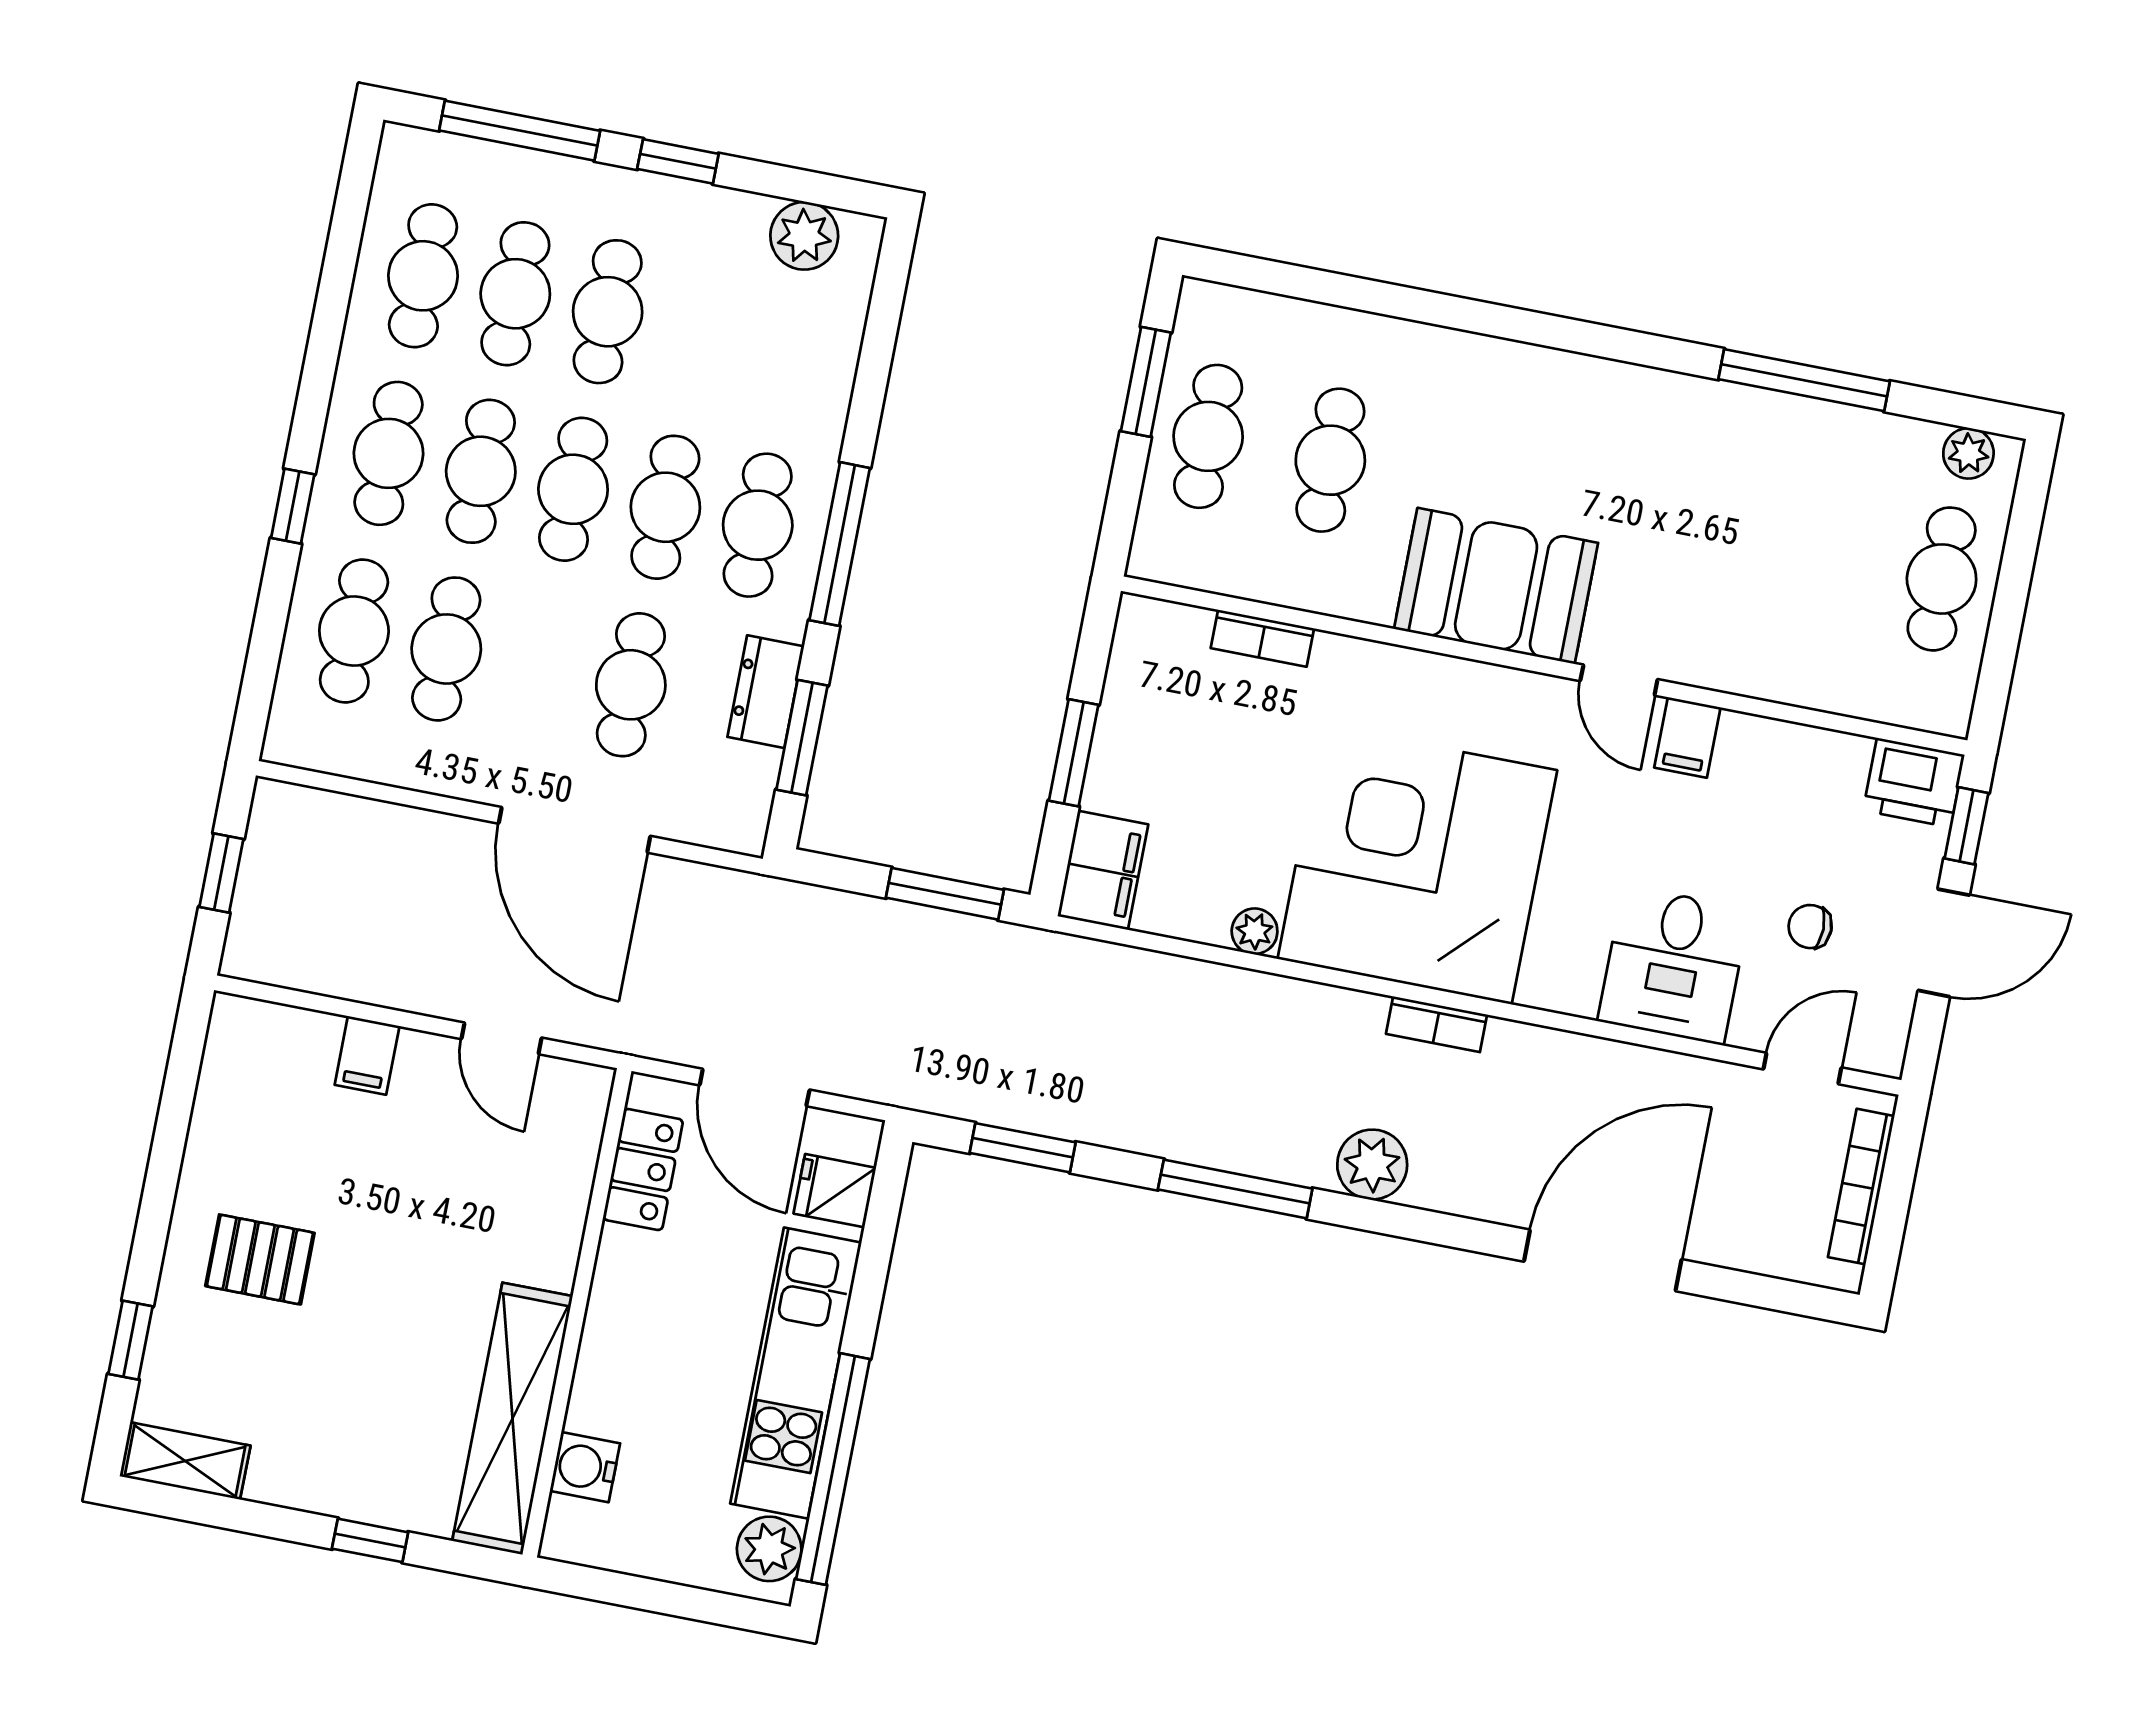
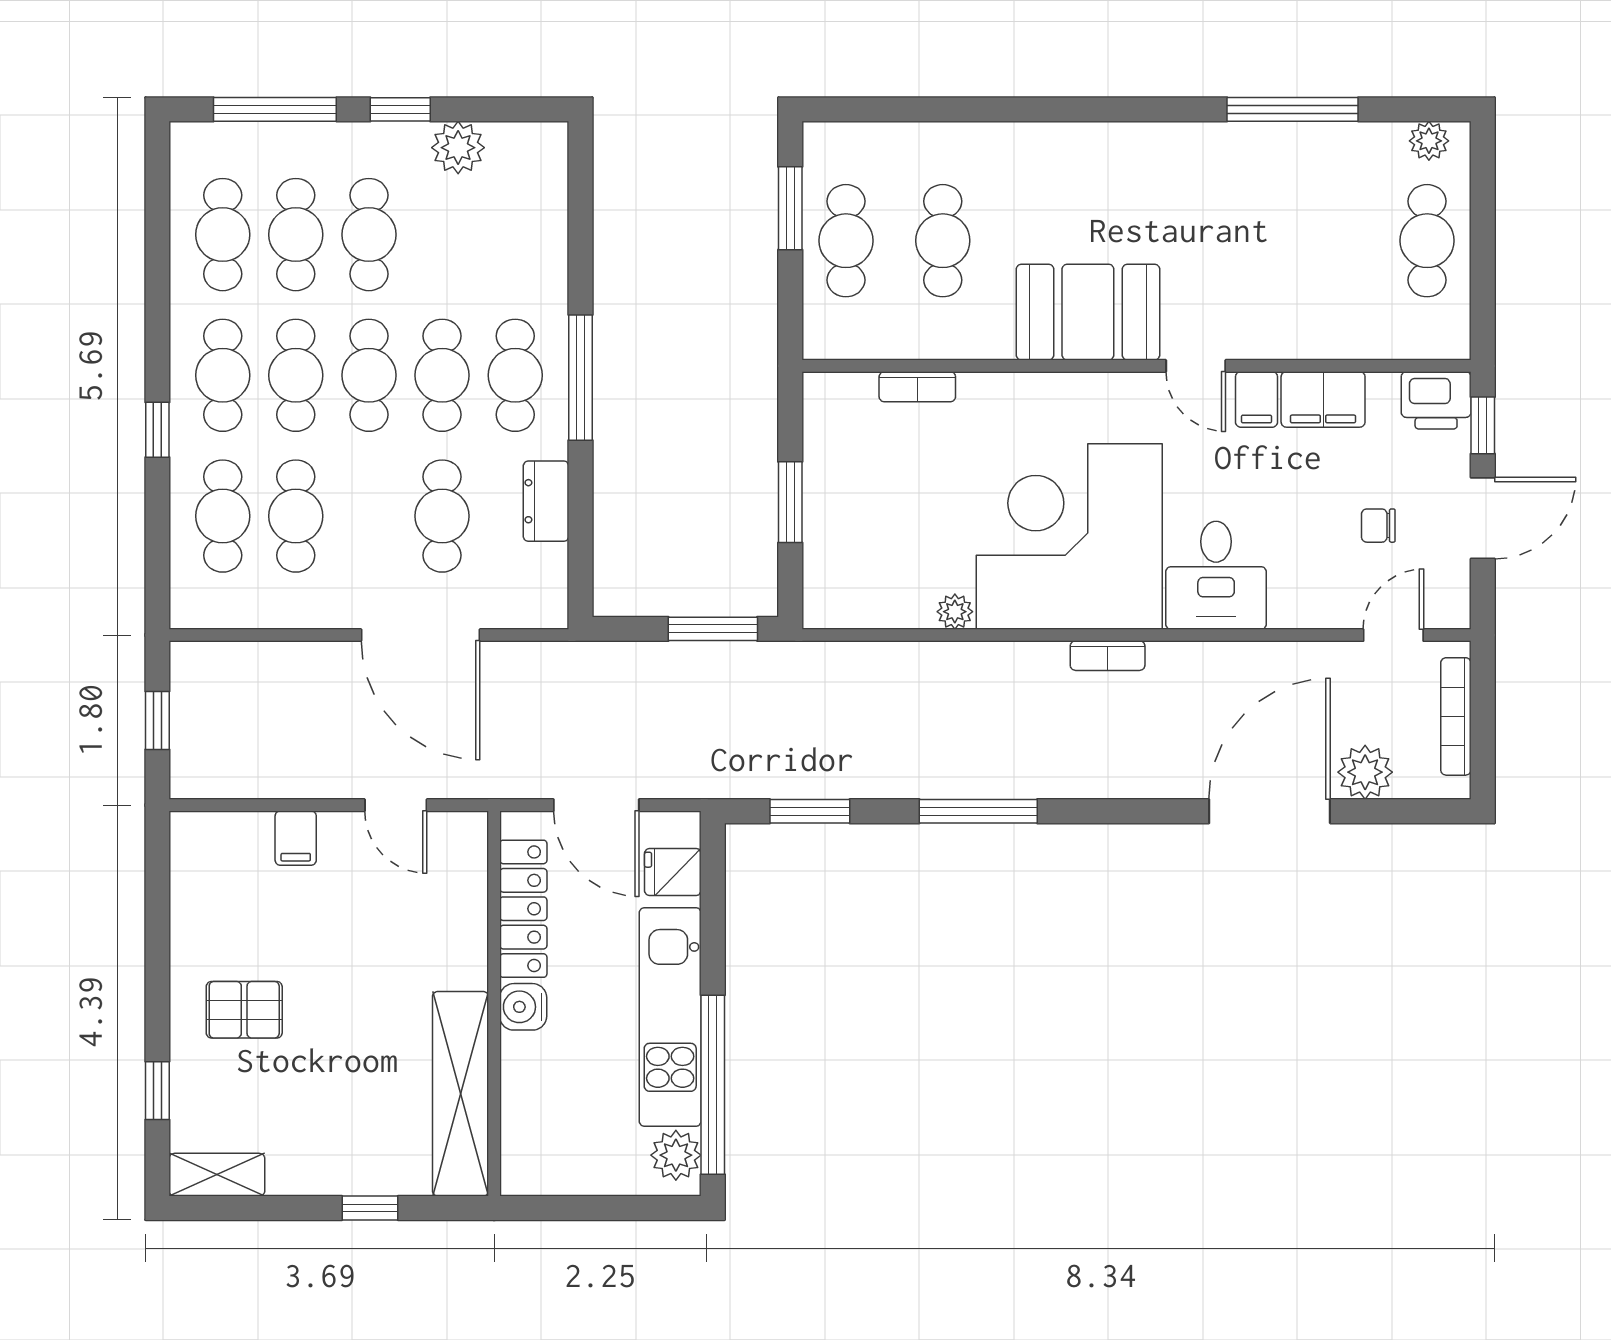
plant: (804, 236) -> (458, 148), moved
window: (802, 738) -> (581, 531), removed
filing cabinet: (1103, 870) -> (1323, 399), moved, turned 90
desk: (1674, 965) -> (1216, 575), moved
plant: (1372, 1165) -> (1365, 772), moved
locker: (643, 1170) -> (523, 909), width x1.53
water cooler: (585, 1467) -> (523, 1007), moved

